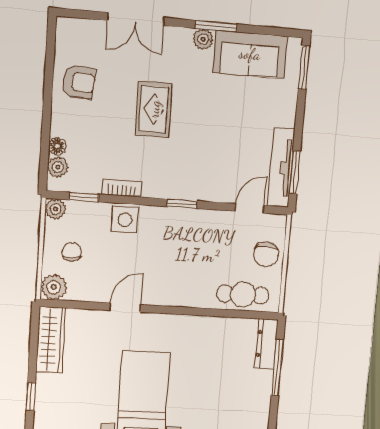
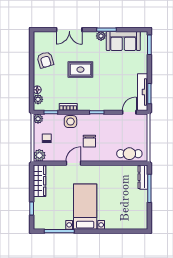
armchair: (79, 82) -> (45, 60), turned 69
rug: (154, 109) -> (80, 70), turned 90
chair: (266, 254) -> (89, 141), moved

